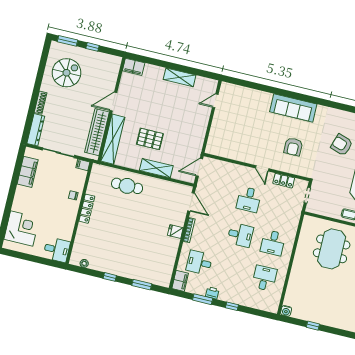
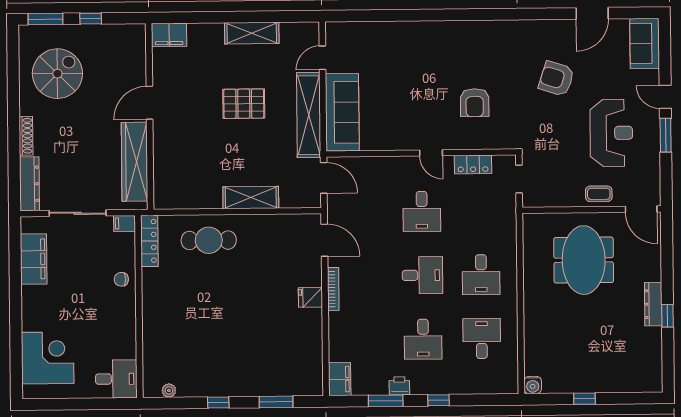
sofa: (293, 108) -> (342, 112), moved, turned -90
shelving: (113, 139) -> (309, 115), moved
pallet: (150, 139) -> (244, 104), moved
door: (199, 167) -> (324, 178), swing flipped
locker: (87, 209) -> (149, 241), moved
desk: (199, 263) -> (423, 339), moved, turned -90

